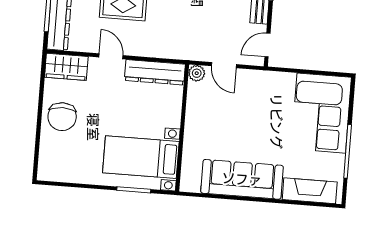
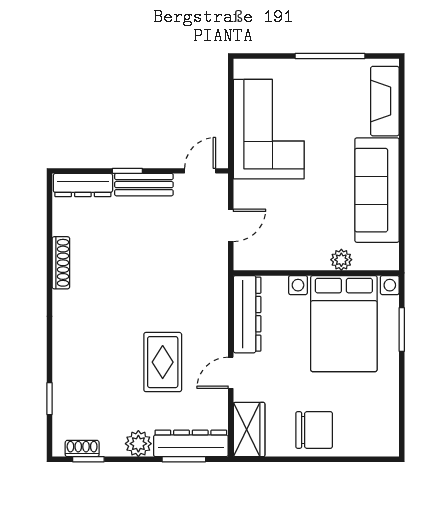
door: (267, 45) -> (200, 171), swing flipped
plant: (197, 73) -> (341, 260), moved
corner sofa: (321, 113) -> (269, 129), moved, turned -90
bed with nightstands: (141, 157) -> (344, 324), width x1.36

